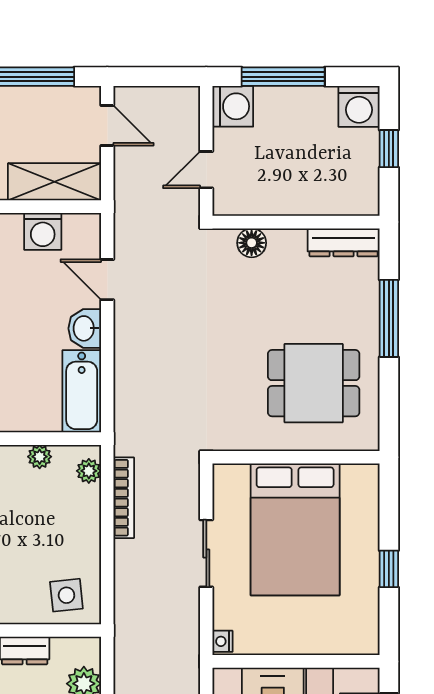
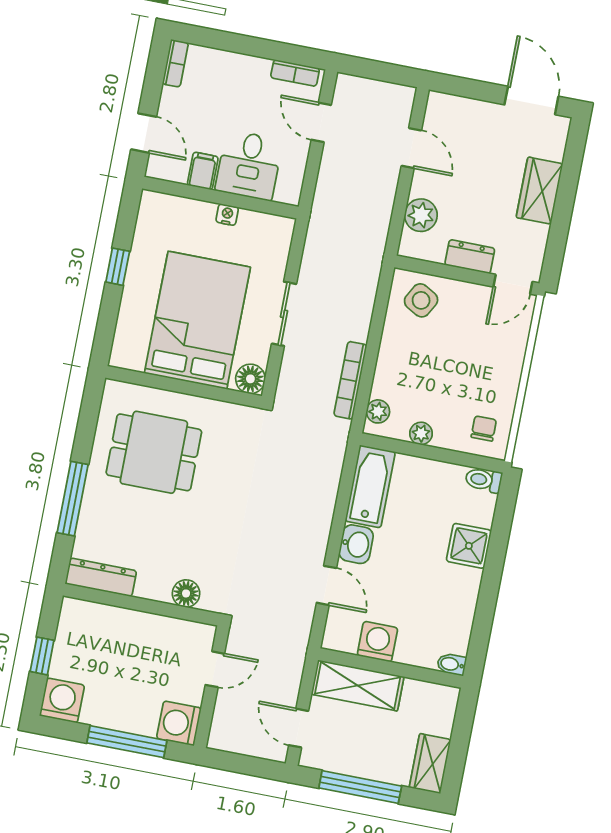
floor lamp: (228, 479) -> (250, 379), added
side table: (66, 595) -> (421, 300), turned 35
nightstand: (222, 641) -> (227, 215), moved, turned -90

